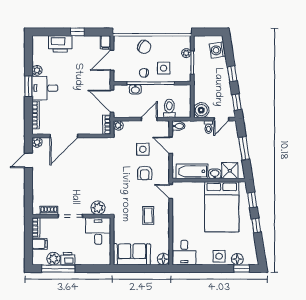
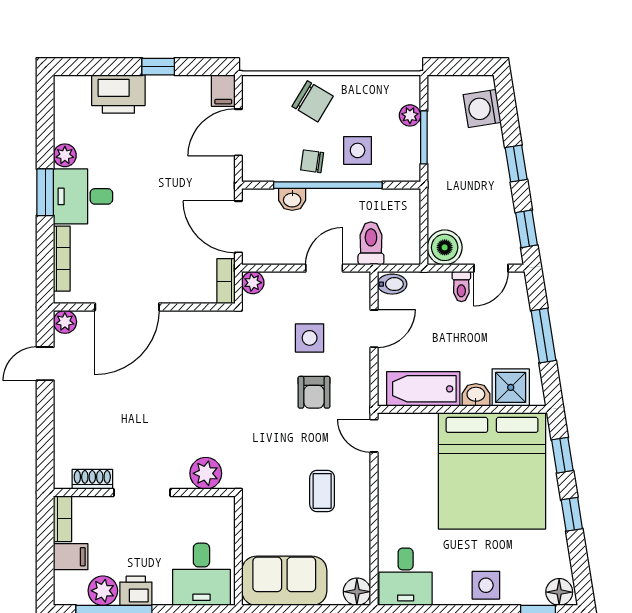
door: (171, 145) -> (374, 329), swing flipped
bed: (222, 207) -> (492, 471), width x1.36
desk: (98, 231) -> (201, 574), moved, turned 180
floor lamp: (237, 259) -> (559, 592), moved

